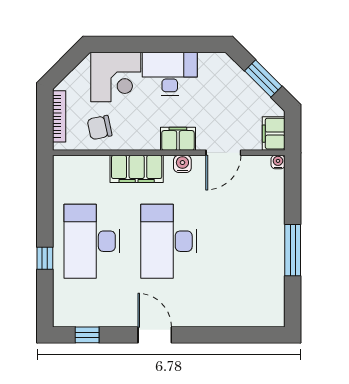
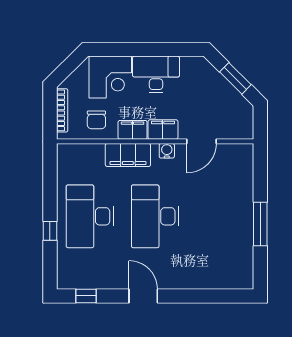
chair: (100, 128) -> (96, 120), turned -78
filing cabinet: (274, 134) -> (133, 130), moved, turned 90
water cooler: (278, 162) -> (248, 149), removed

